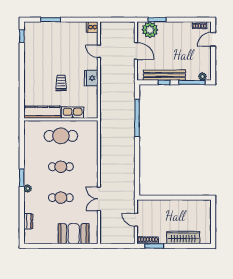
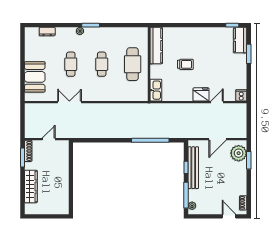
kitchen counter: (37, 28) -> (240, 40), added
fridge: (91, 78) -> (201, 94), moved
kitchen sink: (73, 113) -> (156, 90), moved

